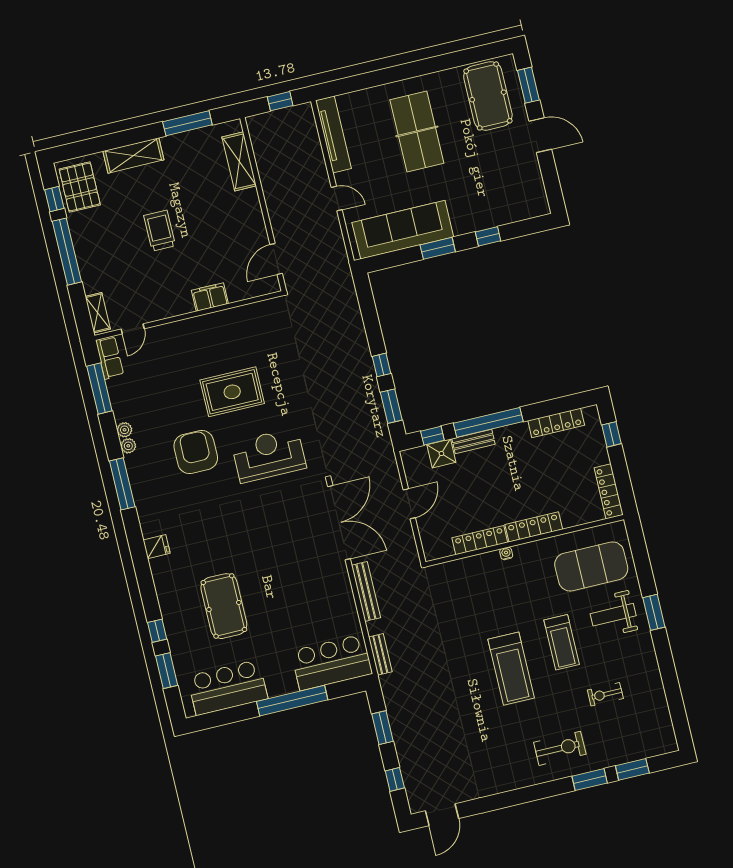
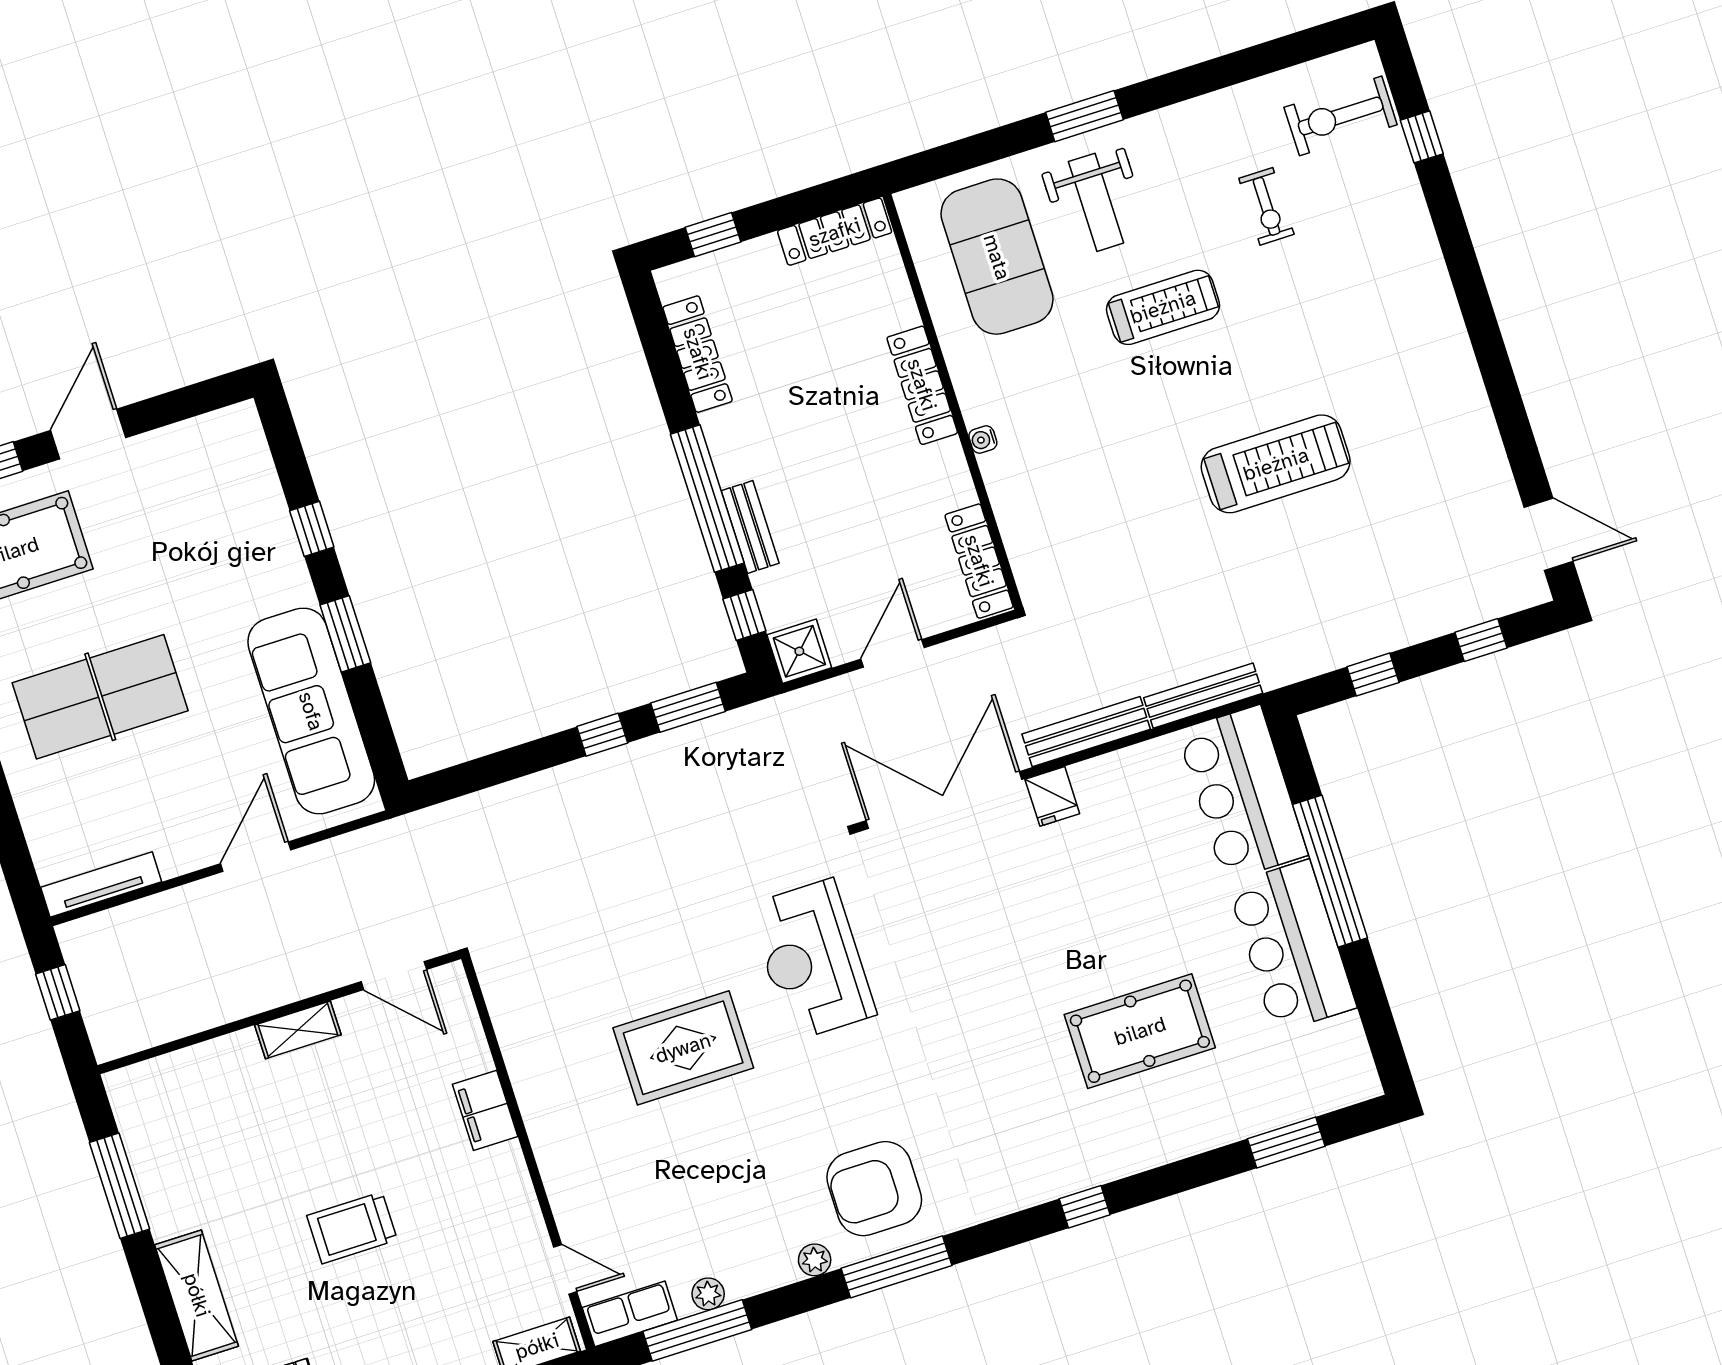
tv unit: (333, 134) -> (101, 884), width x0.73, depth x0.78
shelving: (239, 161) -> (298, 1030), moved, width x0.67, depth x0.75
door: (337, 199) -> (256, 857), width x1.38
rug: (232, 392) -> (683, 1048), turned 90
plant: (125, 430) -> (708, 1294), moved
armchair: (196, 452) -> (874, 1189), moved
shower: (441, 453) -> (799, 651), moved
door: (409, 504) -> (893, 653), hinge flipped
locker: (480, 540) -> (979, 561), moved
fridge: (157, 547) -> (1052, 796), moved, turned 180
window: (157, 631) -> (1085, 1207), moved
bench: (380, 654) -> (1203, 696), width x1.36
treadmill: (511, 669) -> (1276, 464), moved
bar counter: (227, 688) -> (1292, 946), moved
window: (383, 728) -> (1373, 675), width x0.67
exercise bike: (560, 748) -> (1341, 116), moved, turned -90
window: (632, 769) -> (1422, 137), width x0.67
window: (590, 780) -> (1450, 226), removed

